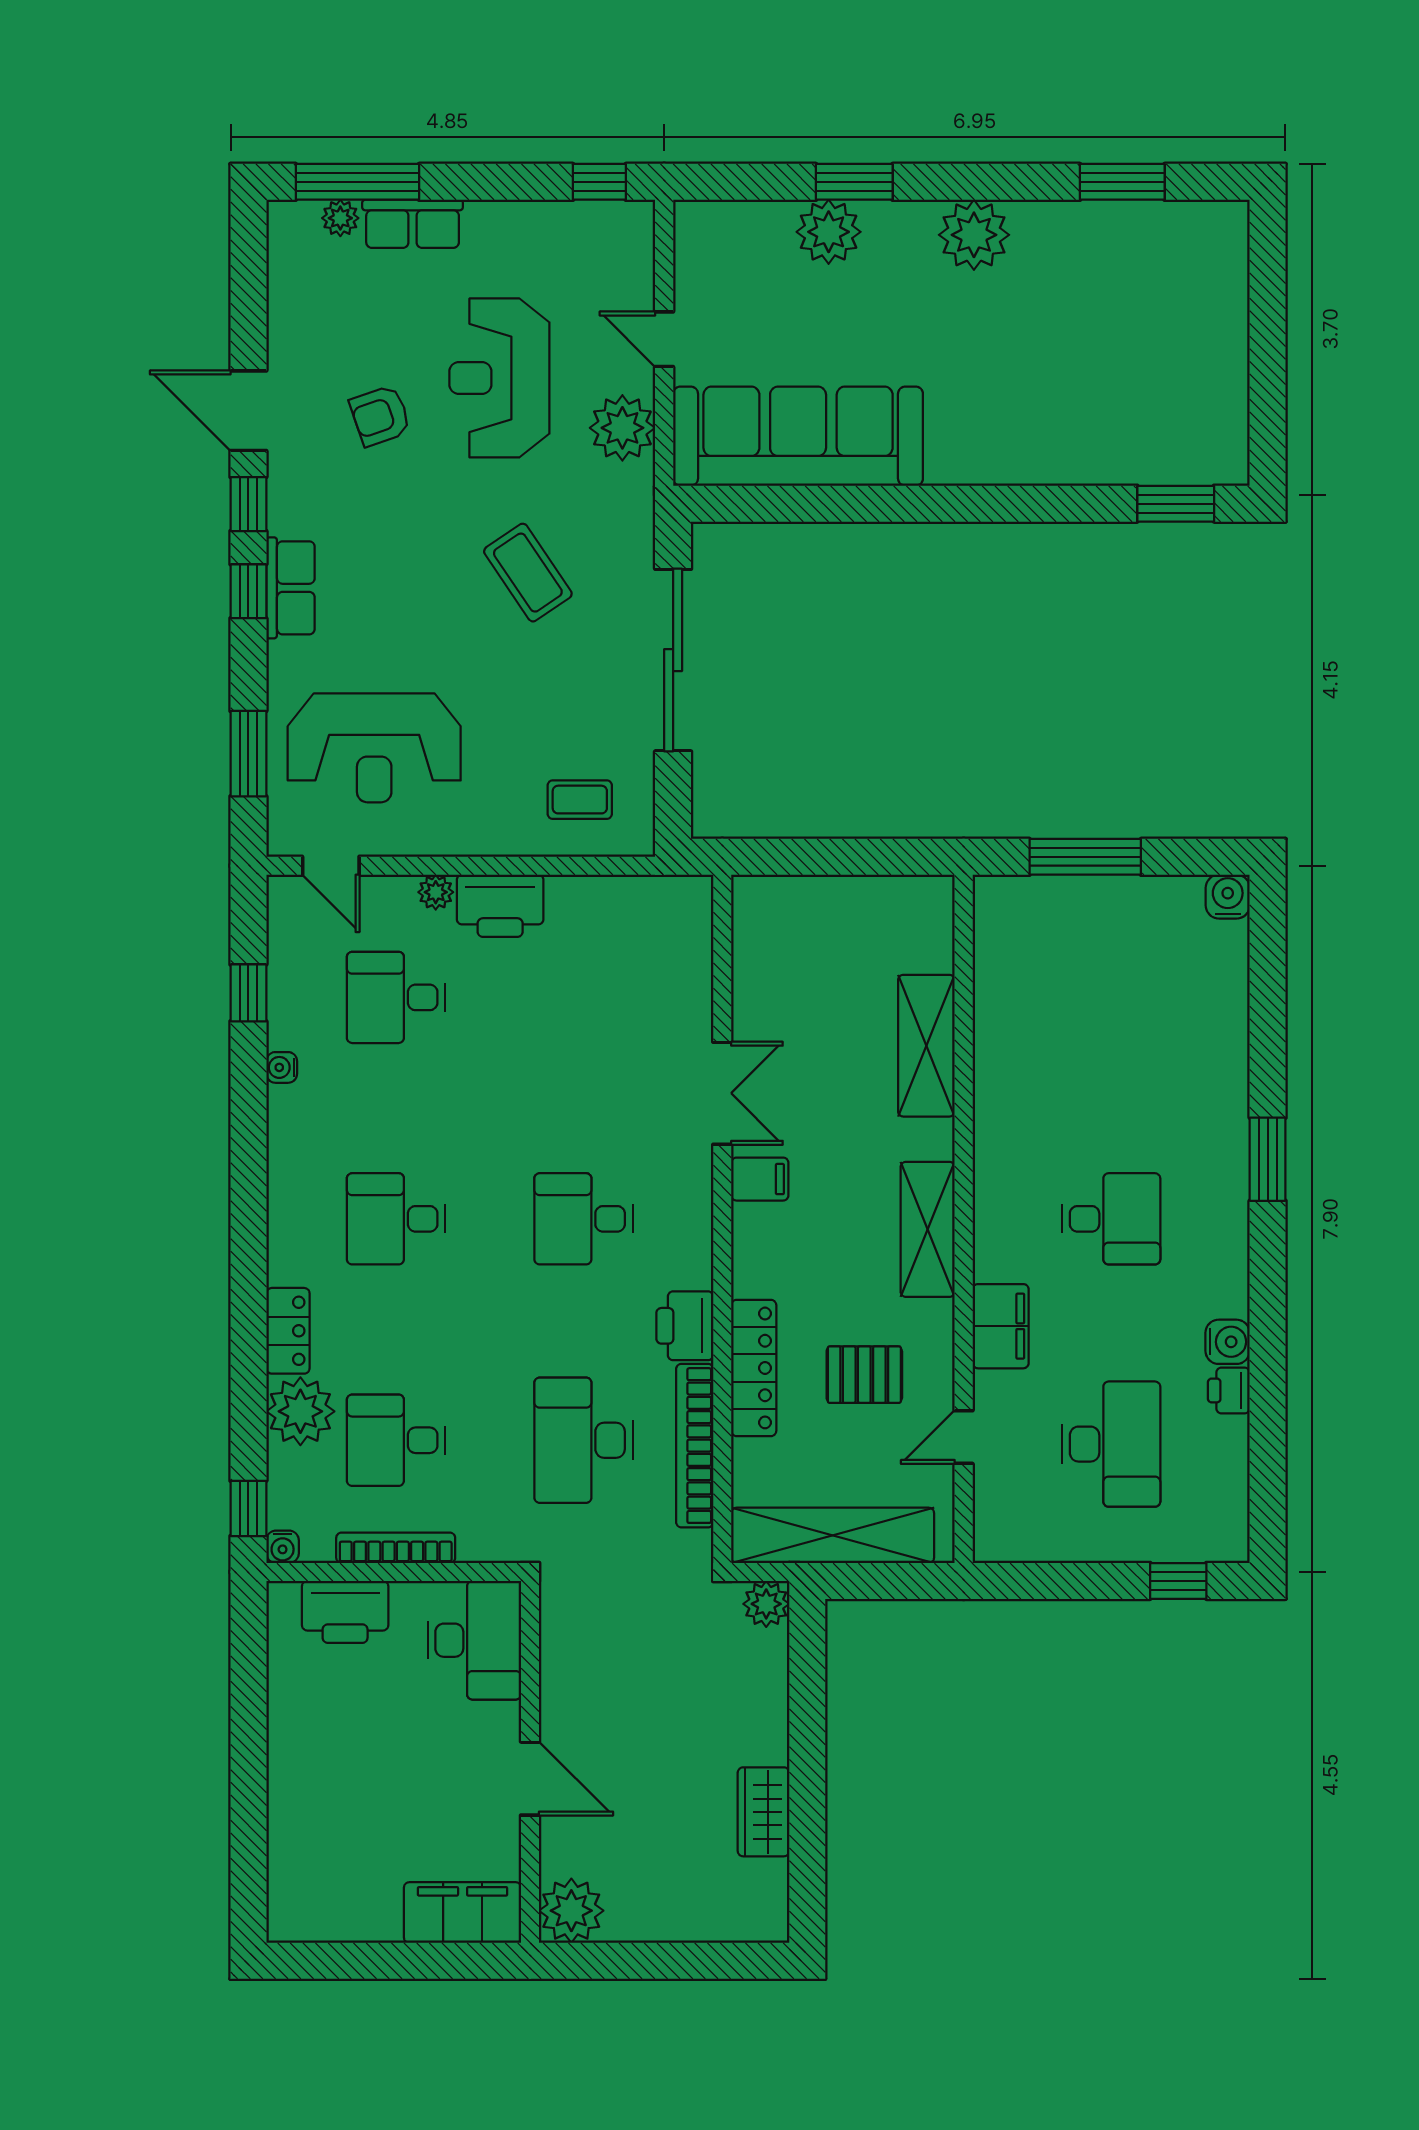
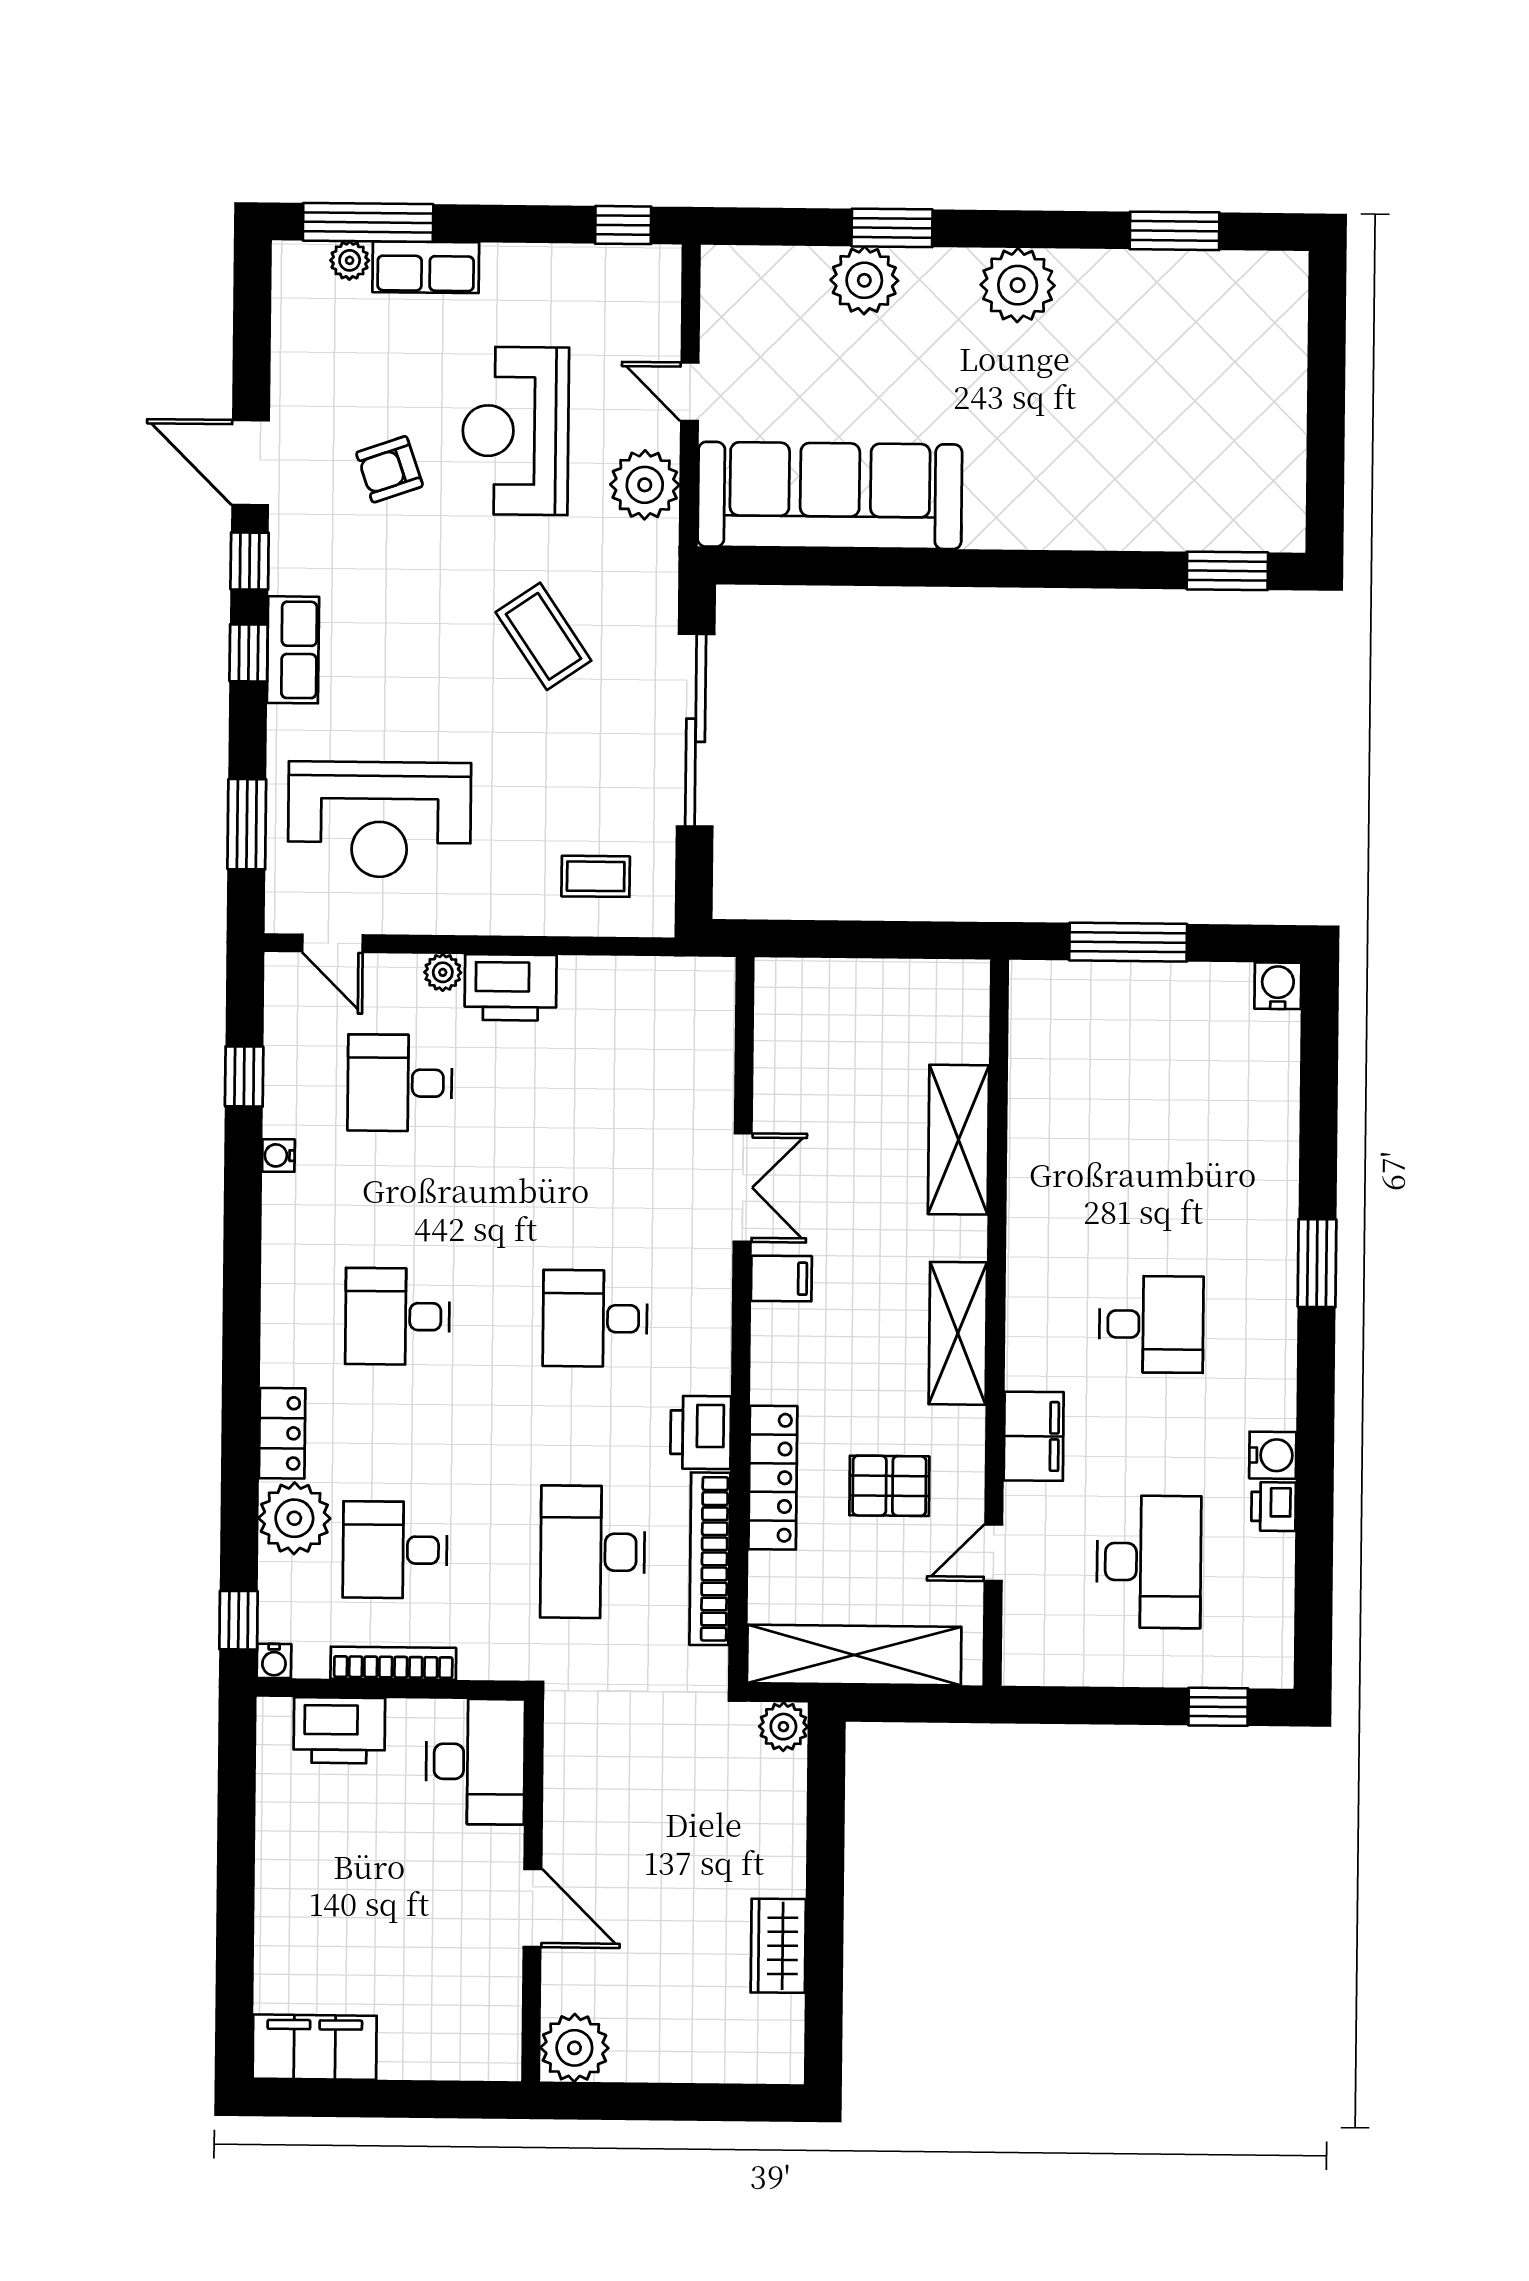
filing cabinet: (463, 1913) -> (315, 2047), moved

